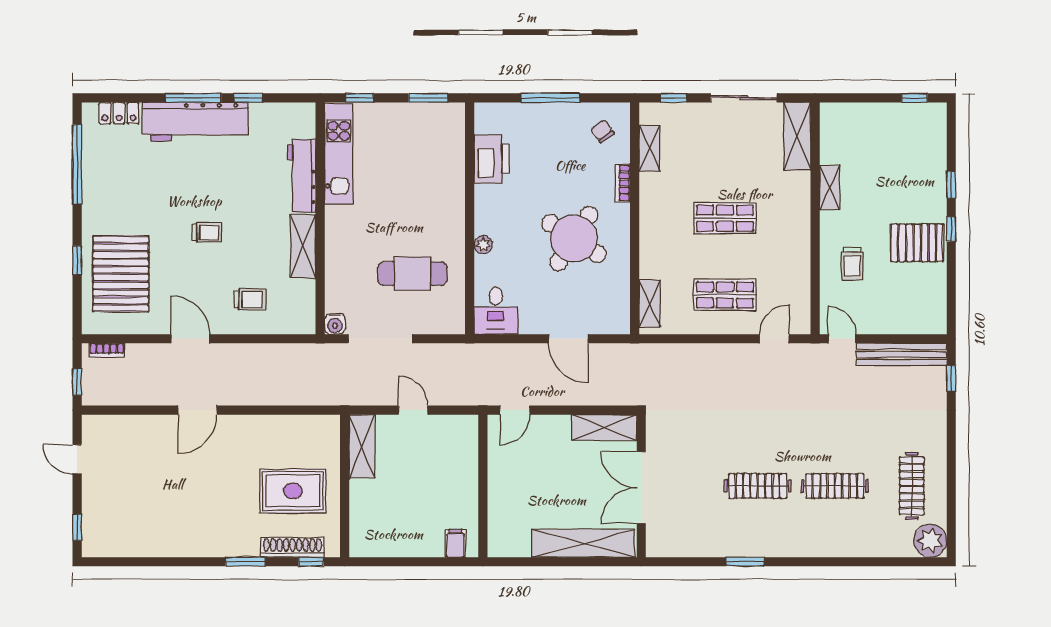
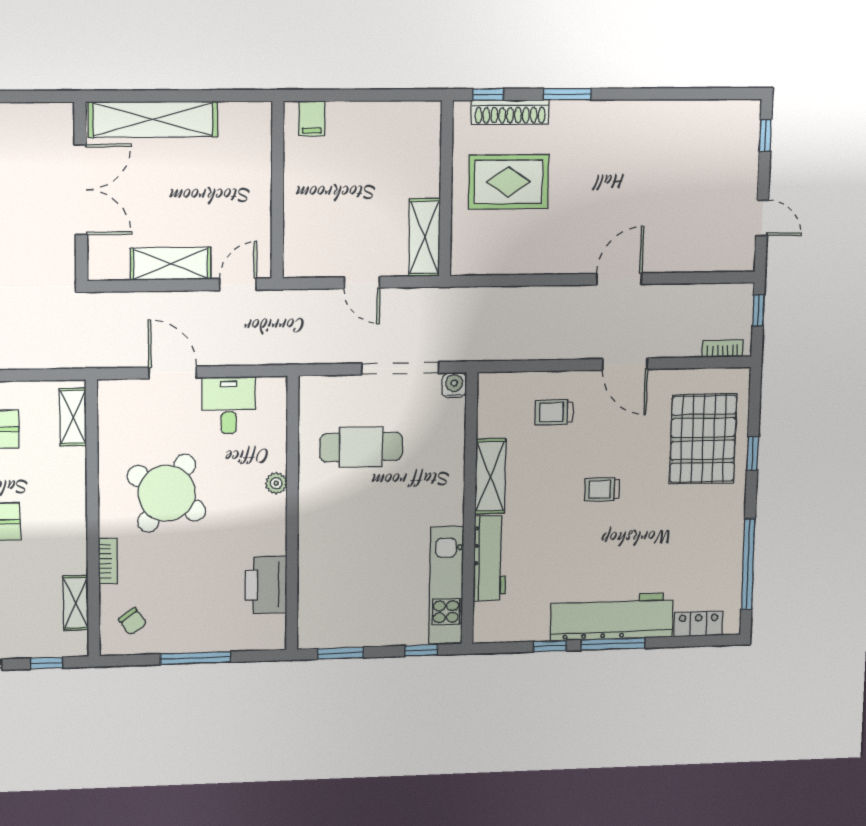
desk: (496, 311) -> (229, 405), moved
shelving: (604, 428) -> (171, 264), moved

